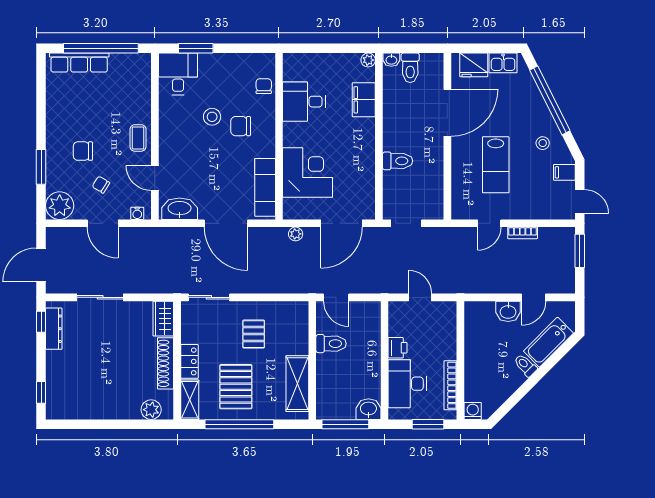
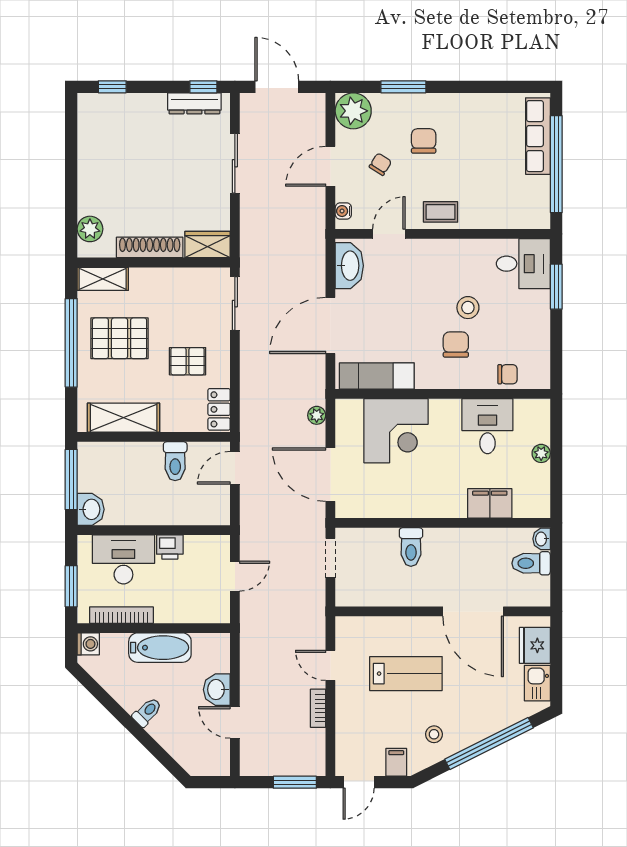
plant: (368, 60) -> (541, 453), moved
lab bench: (496, 165) -> (406, 674), turned 180
bathtub: (548, 342) -> (160, 648), moved, turned 135
locker: (189, 361) -> (219, 409), moved, turned 90

